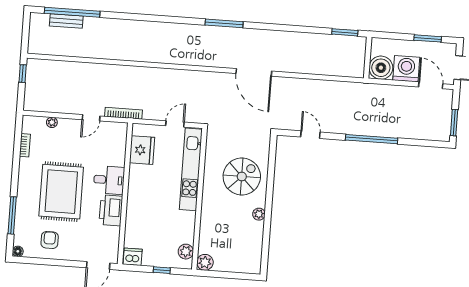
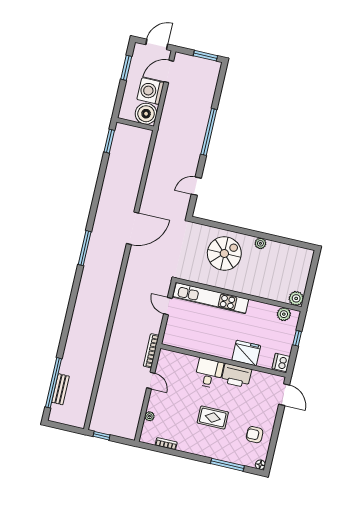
fridge: (142, 150) -> (246, 353), moved
spiral stairs: (242, 177) -> (224, 253), turned 90
rug: (61, 192) -> (213, 417), width x0.54, depth x0.49

